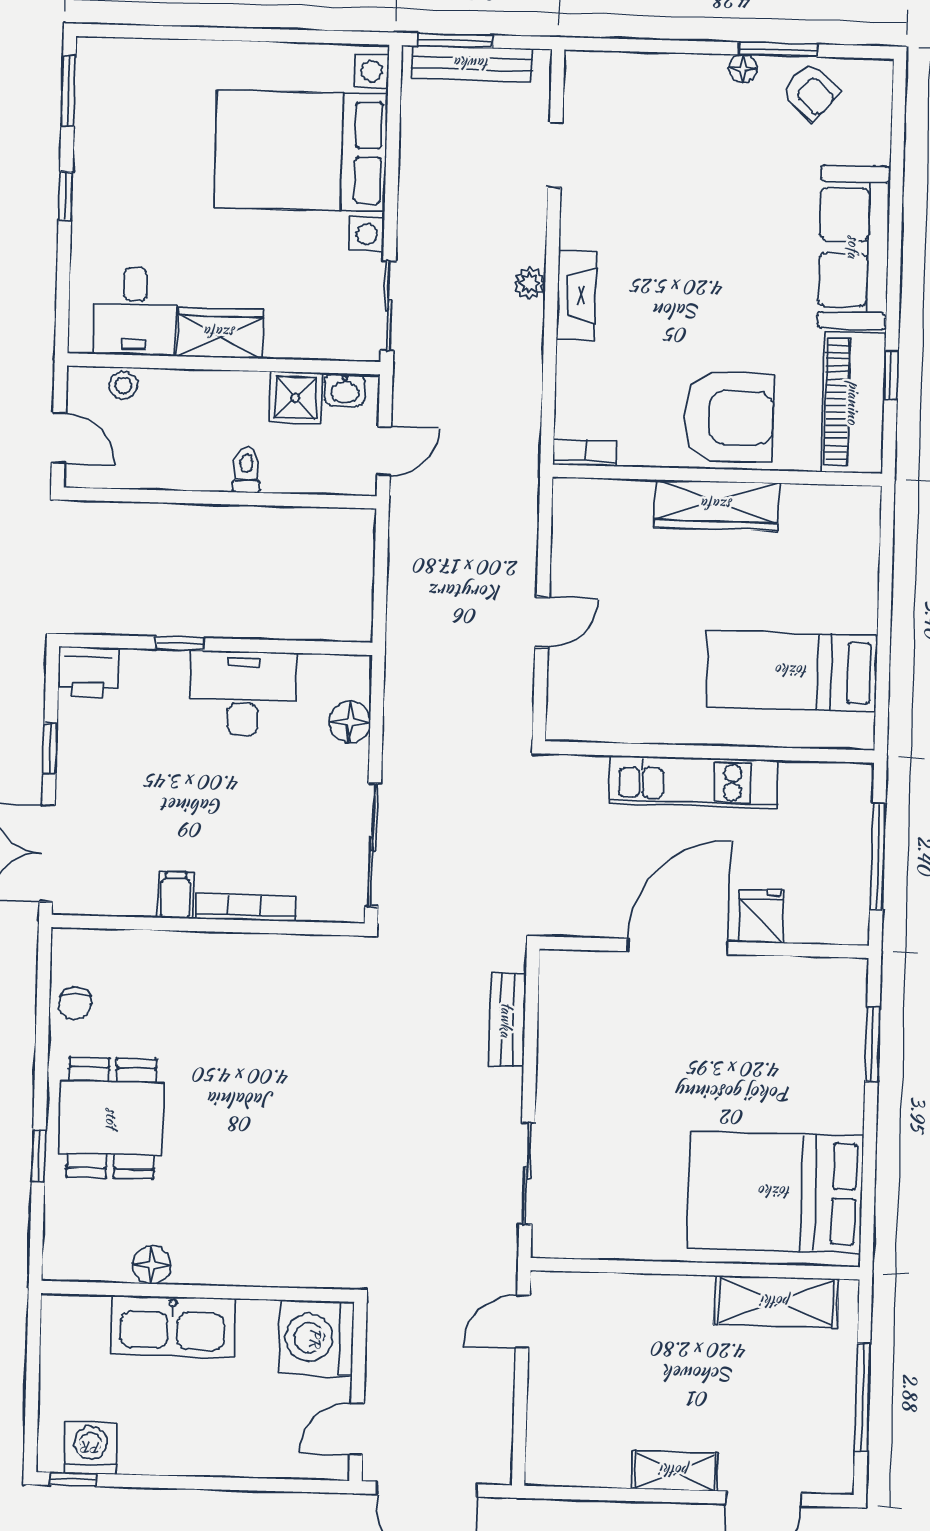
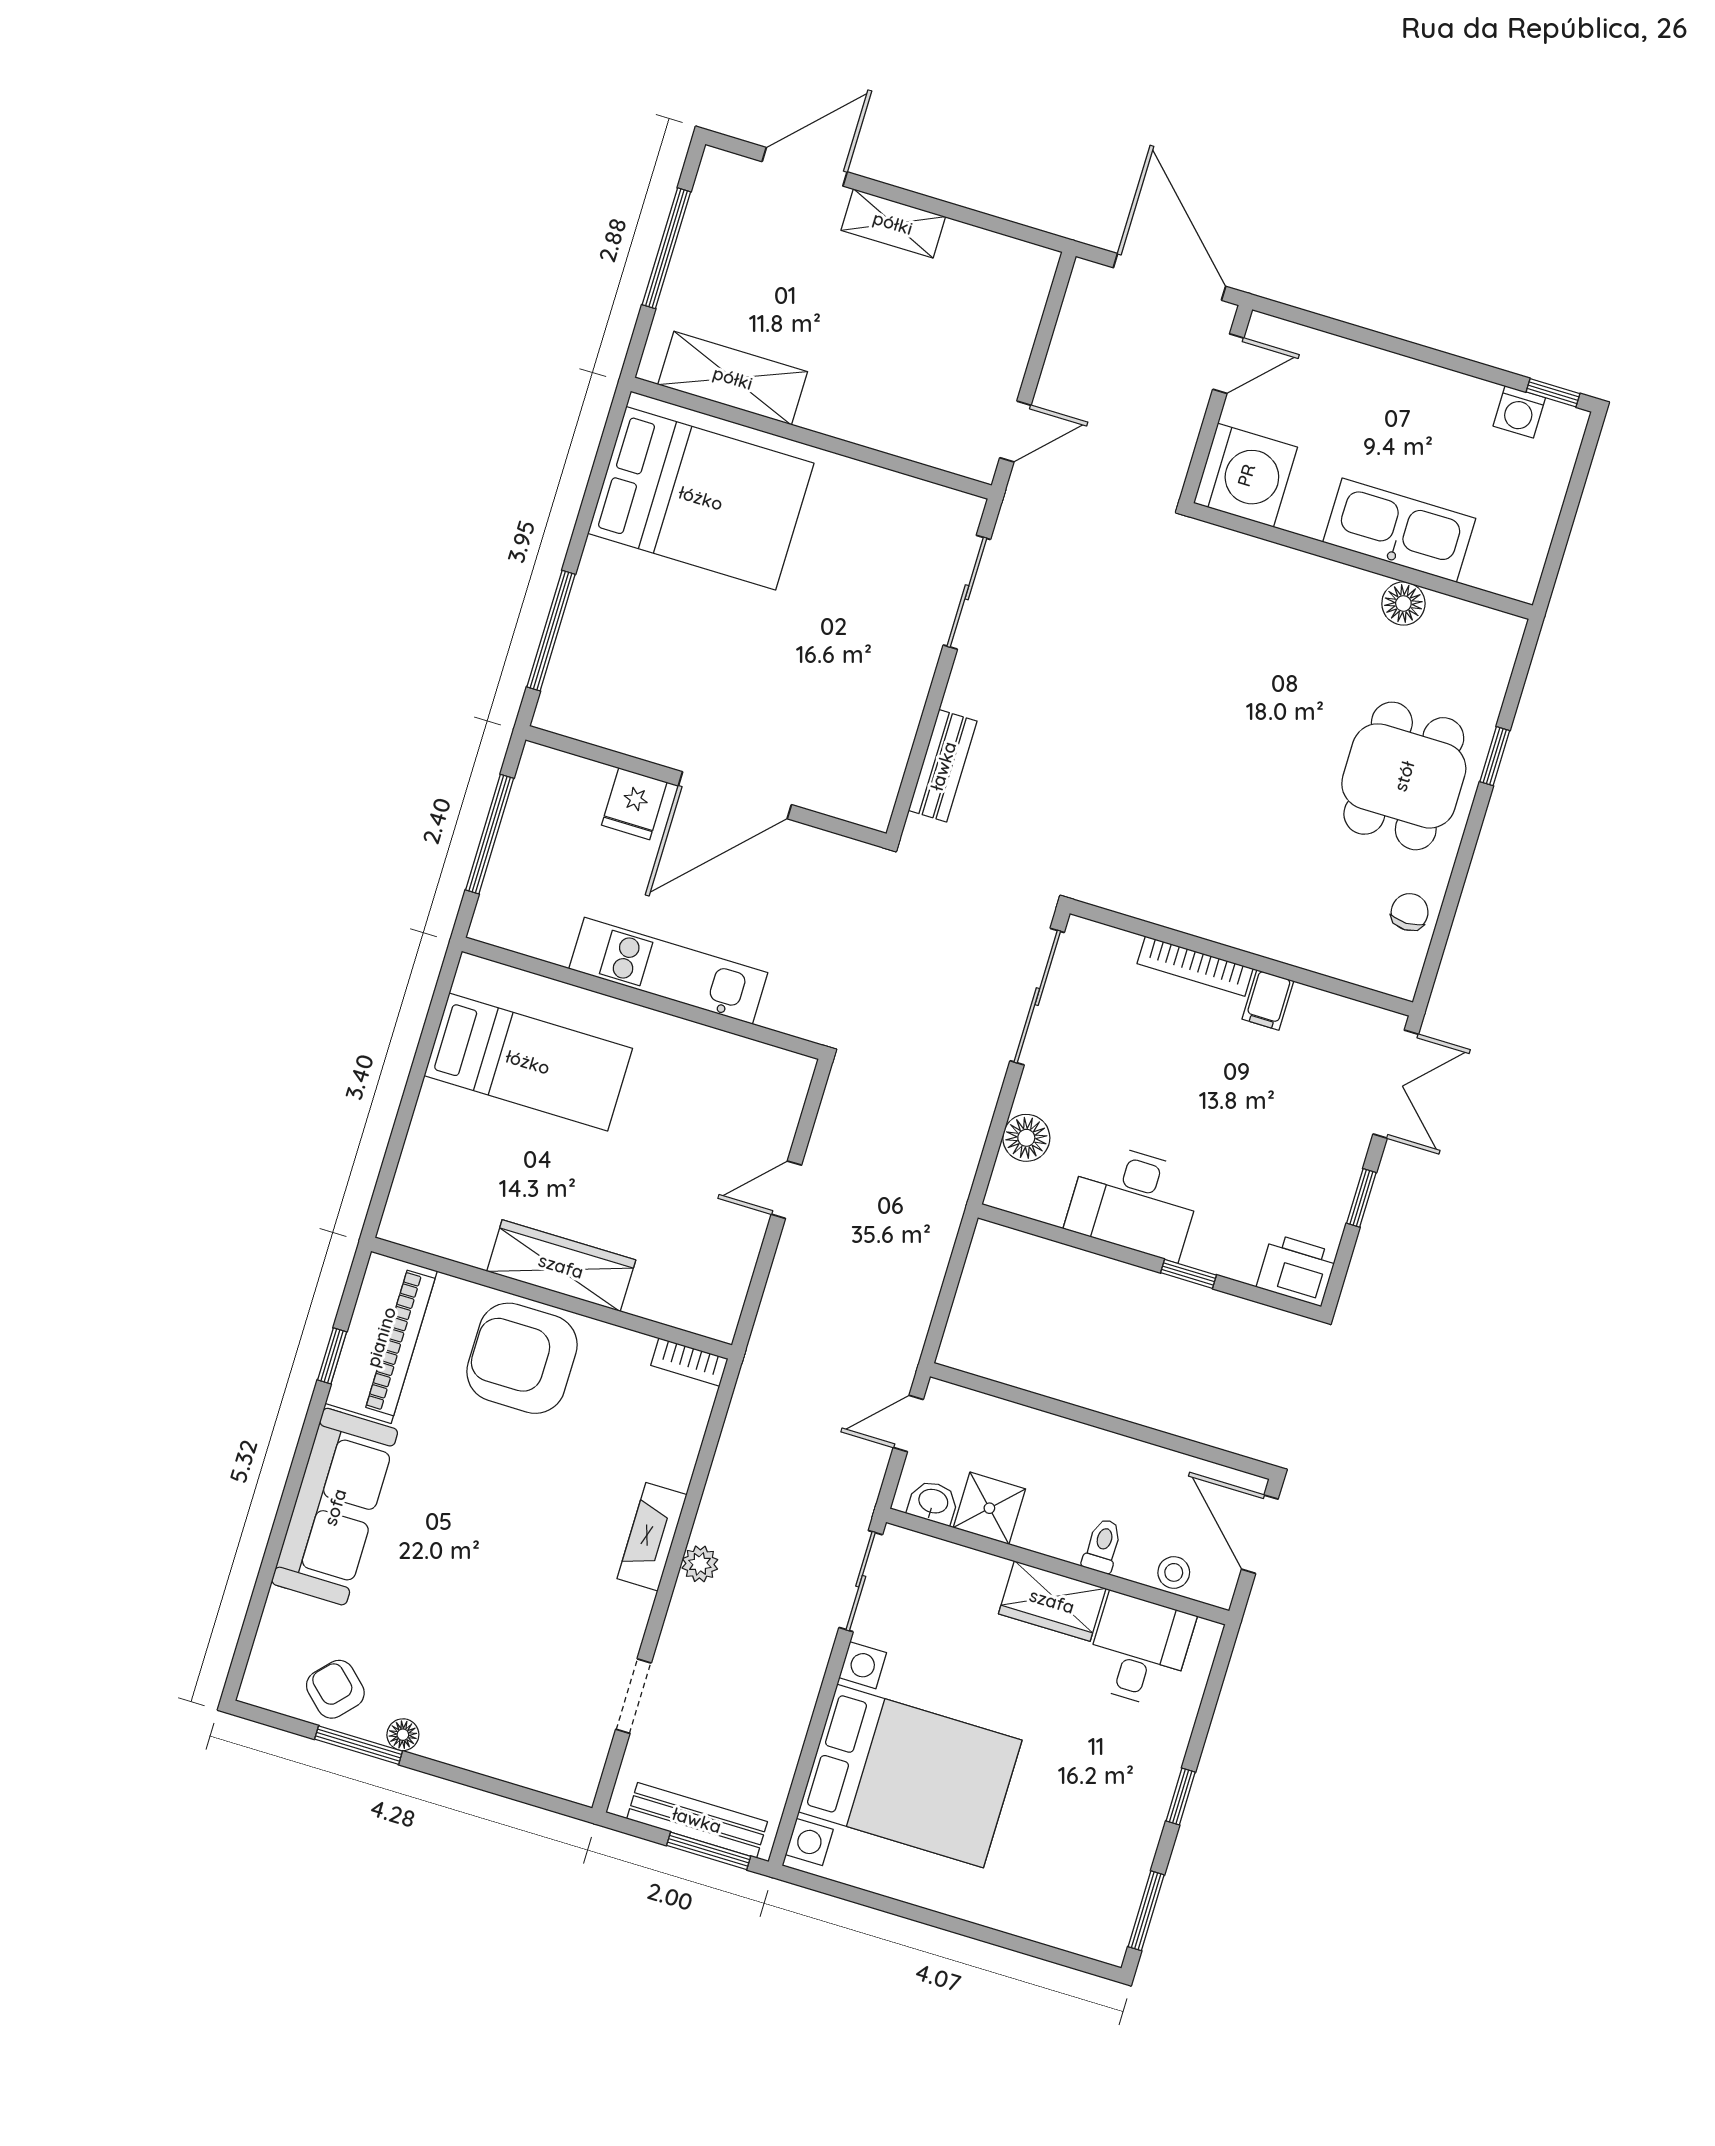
door: (59, 438) -> (1260, 1534), width x1.38
toilet: (247, 470) -> (1102, 1546), moved, turned 180
window: (872, 1044) -> (551, 631), width x1.44
washing machine: (91, 1448) -> (1519, 412), width x0.73, depth x0.73

